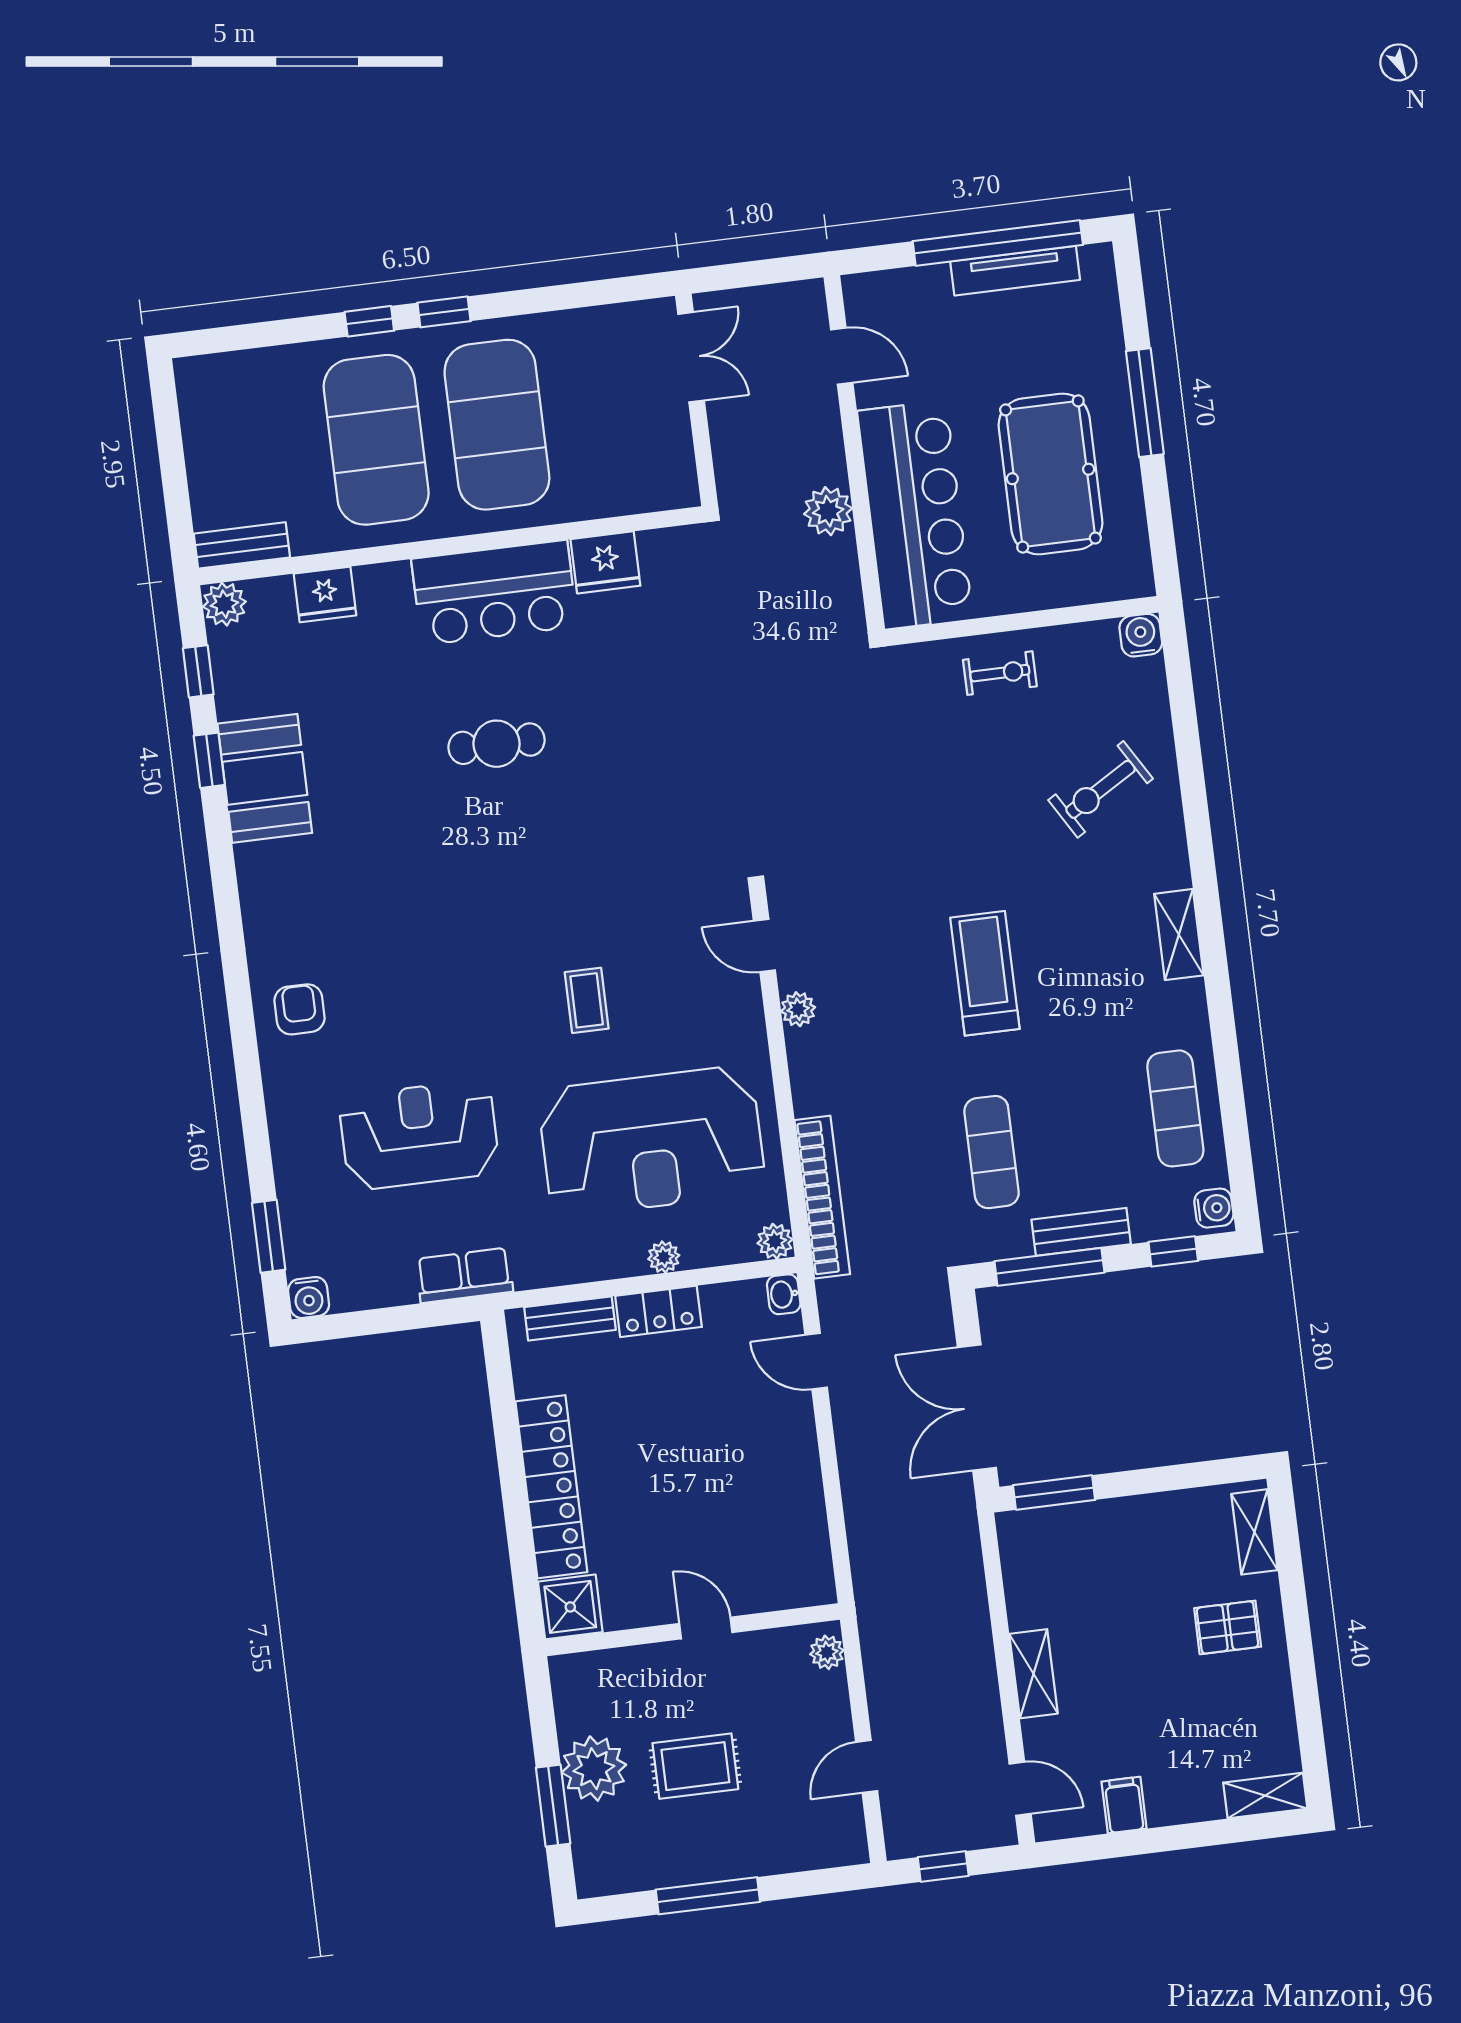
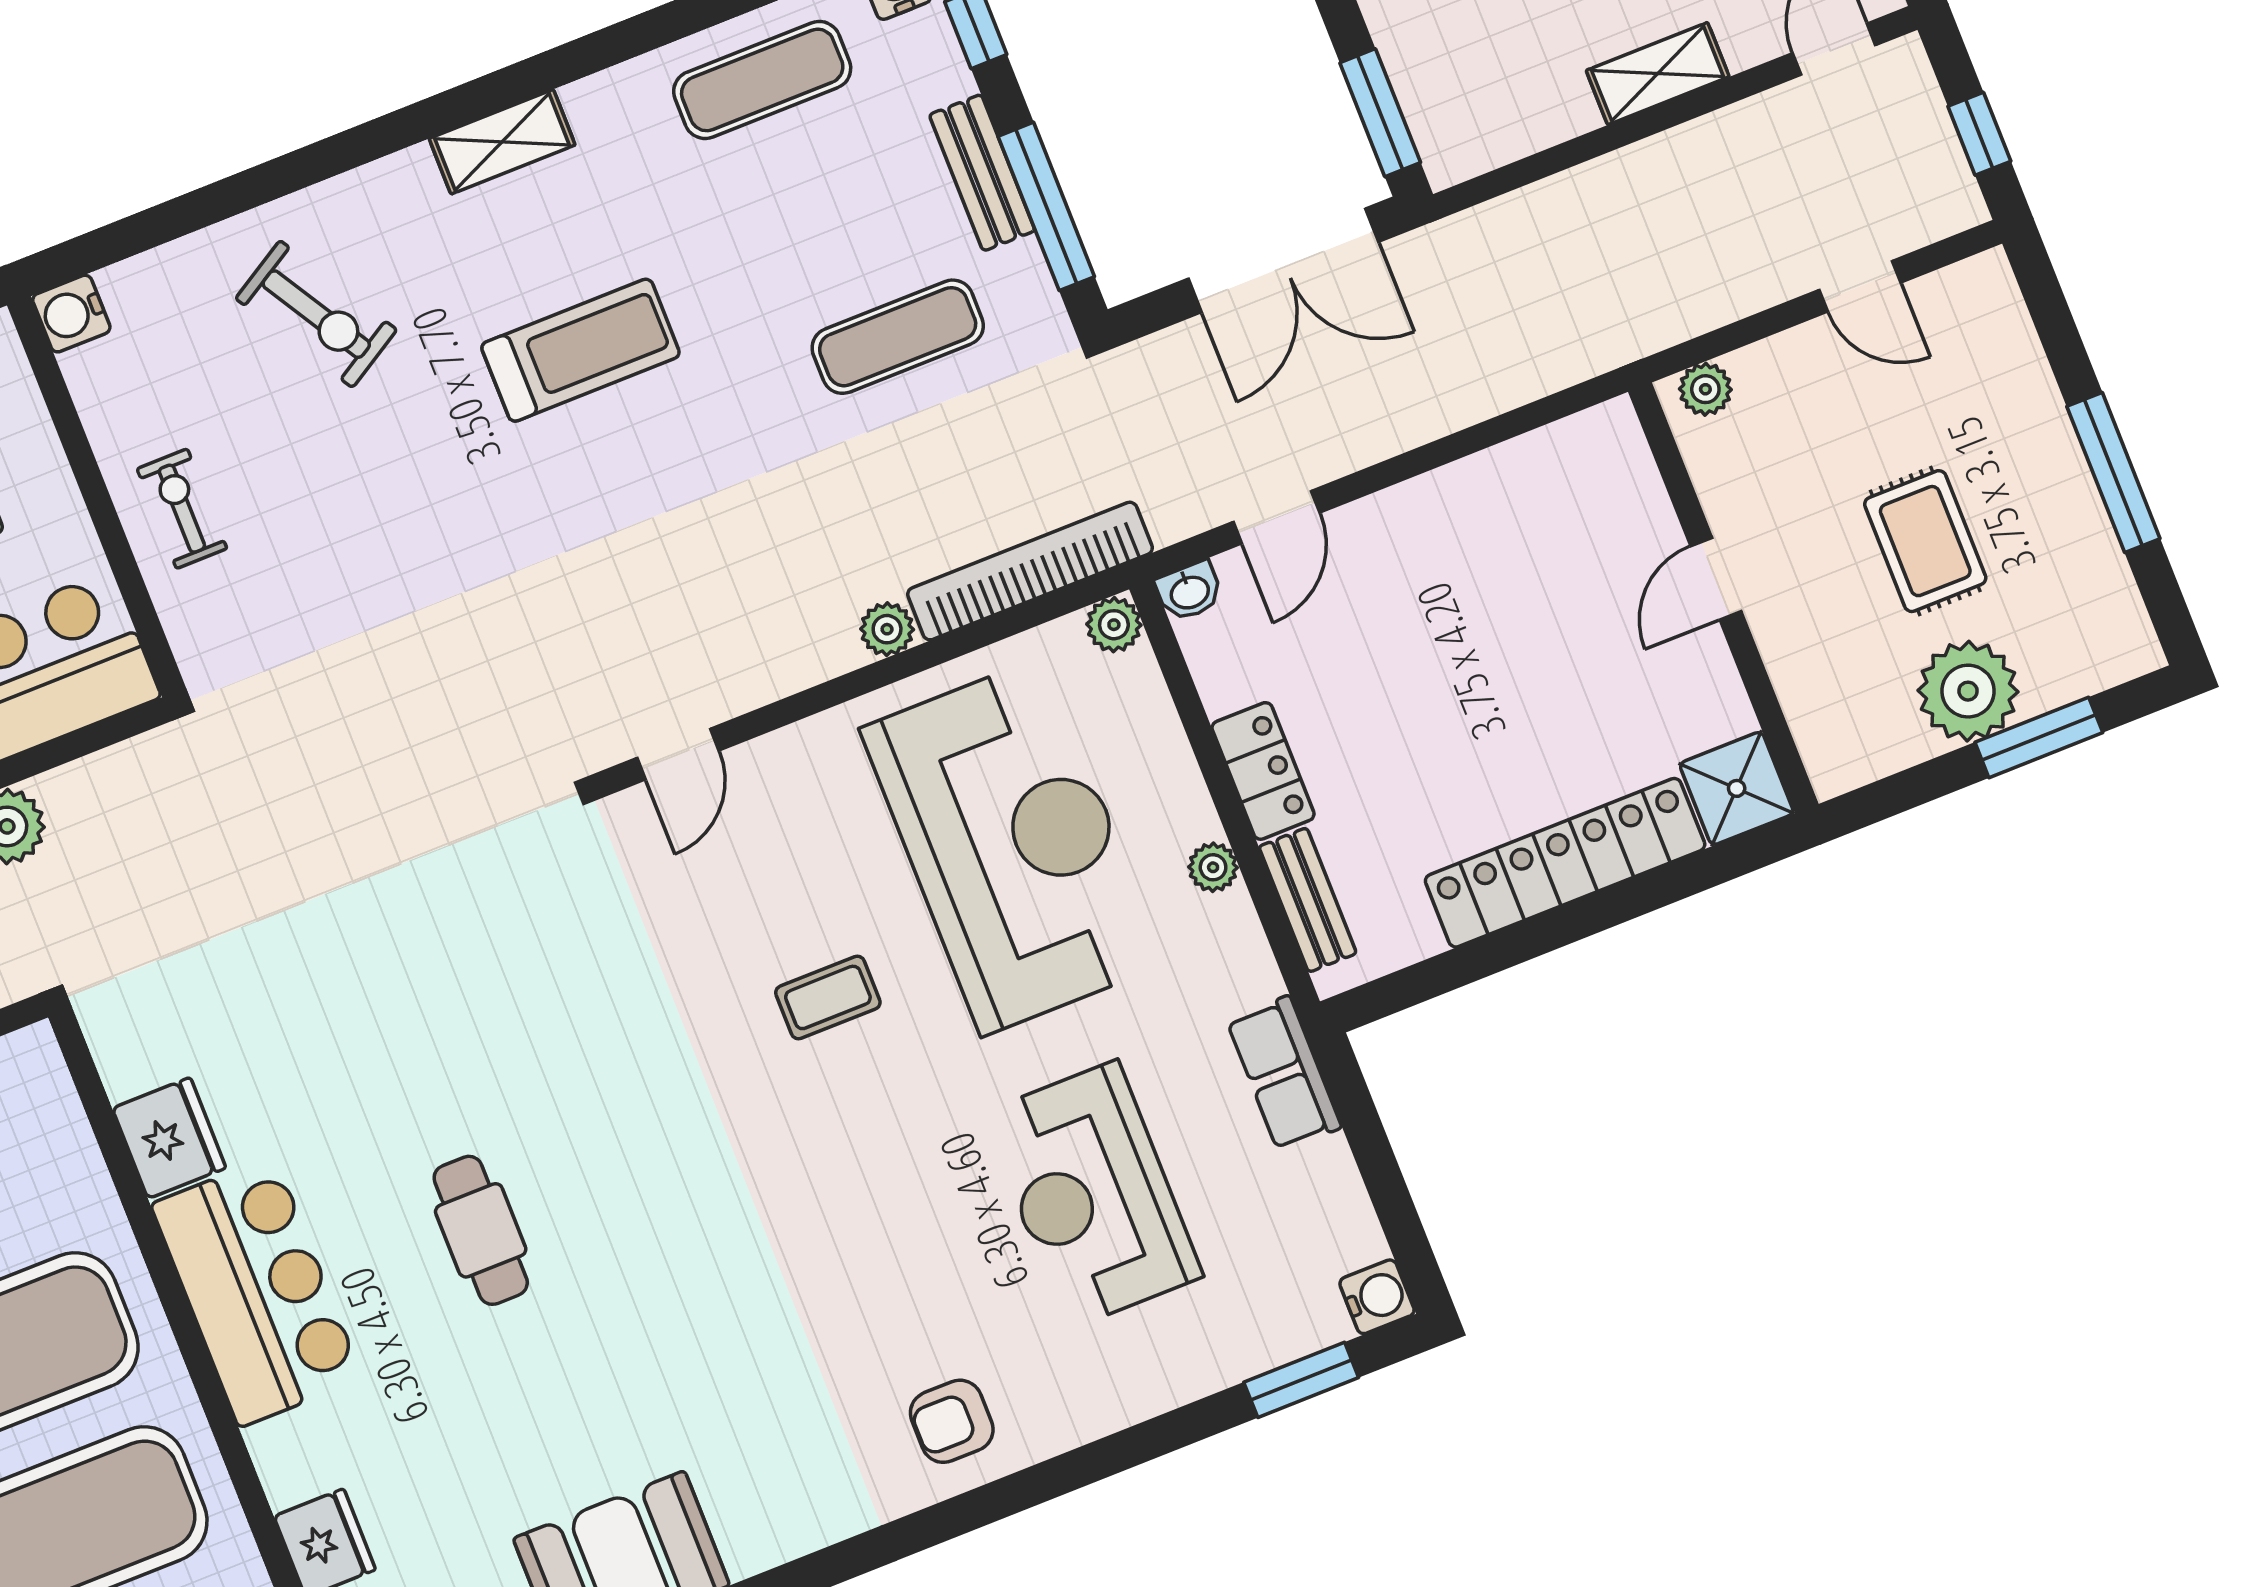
treadmill: (985, 973) -> (581, 350), moved, turned 180
plant: (798, 1009) -> (887, 629), moved
plant: (664, 1257) -> (1213, 867), moved

